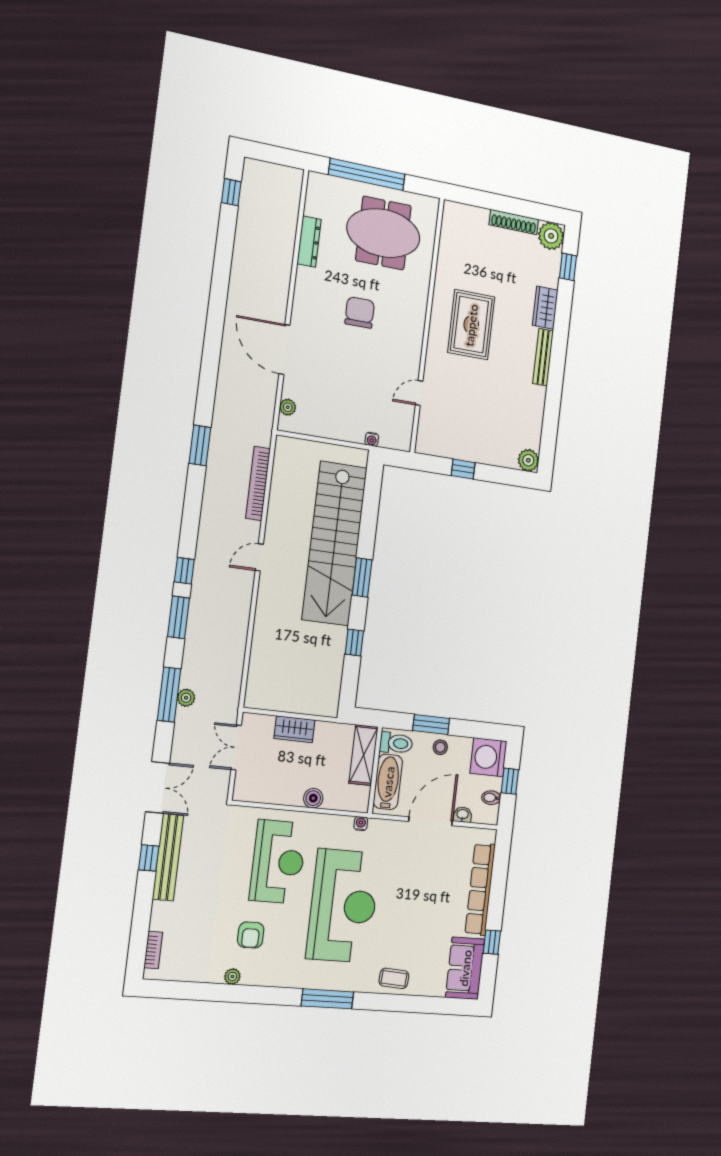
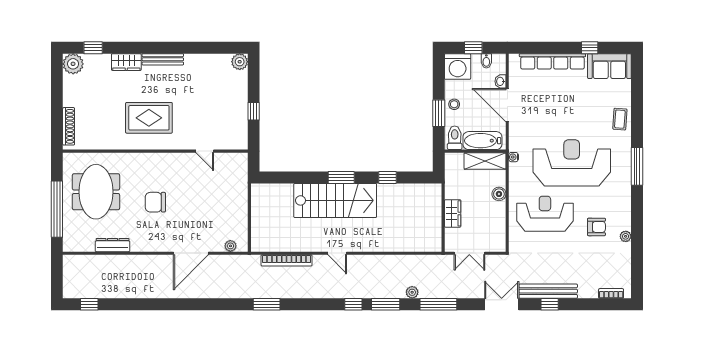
shoe rack: (514, 222) -> (69, 126), moved
water cooler: (372, 439) -> (243, 182), removed
stairs: (335, 543) -> (335, 200), width x0.73
plant: (186, 698) -> (412, 292), moved
shelving: (363, 755) -> (485, 161), moved

